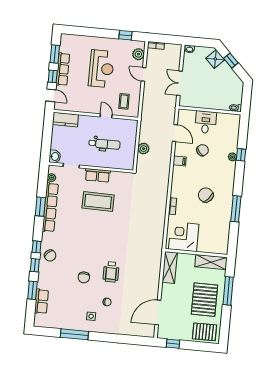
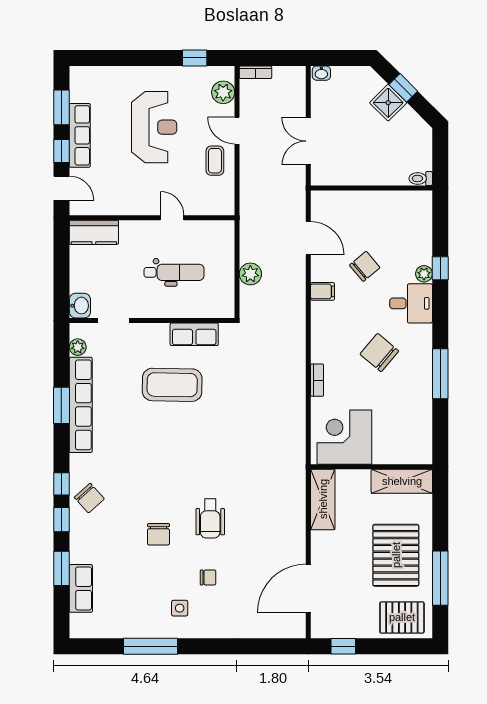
shower: (215, 59) -> (388, 103), moved
coffee table: (124, 101) -> (215, 161), moved
desk: (206, 122) -> (411, 303), moved, turned 90
row of seats: (97, 175) -> (194, 334), moved
window: (228, 291) -> (440, 578), moved

